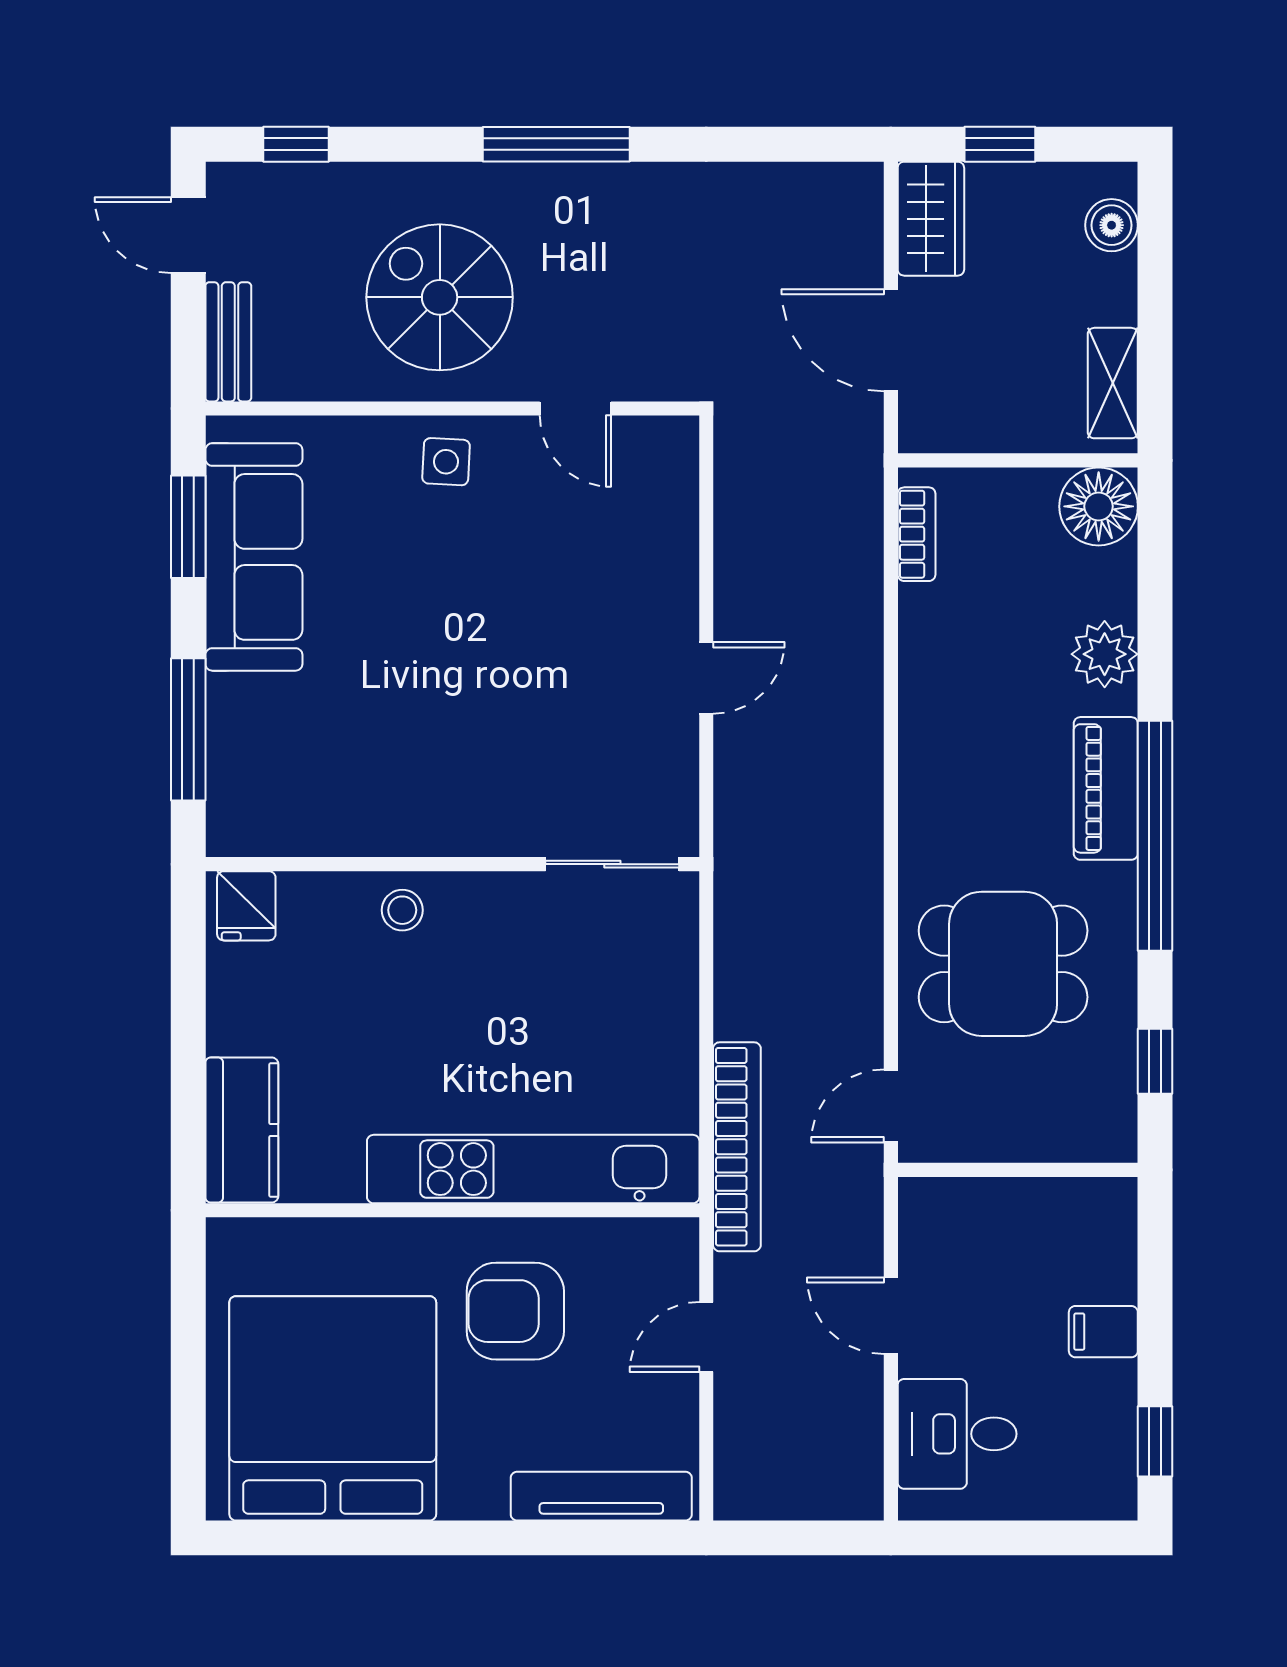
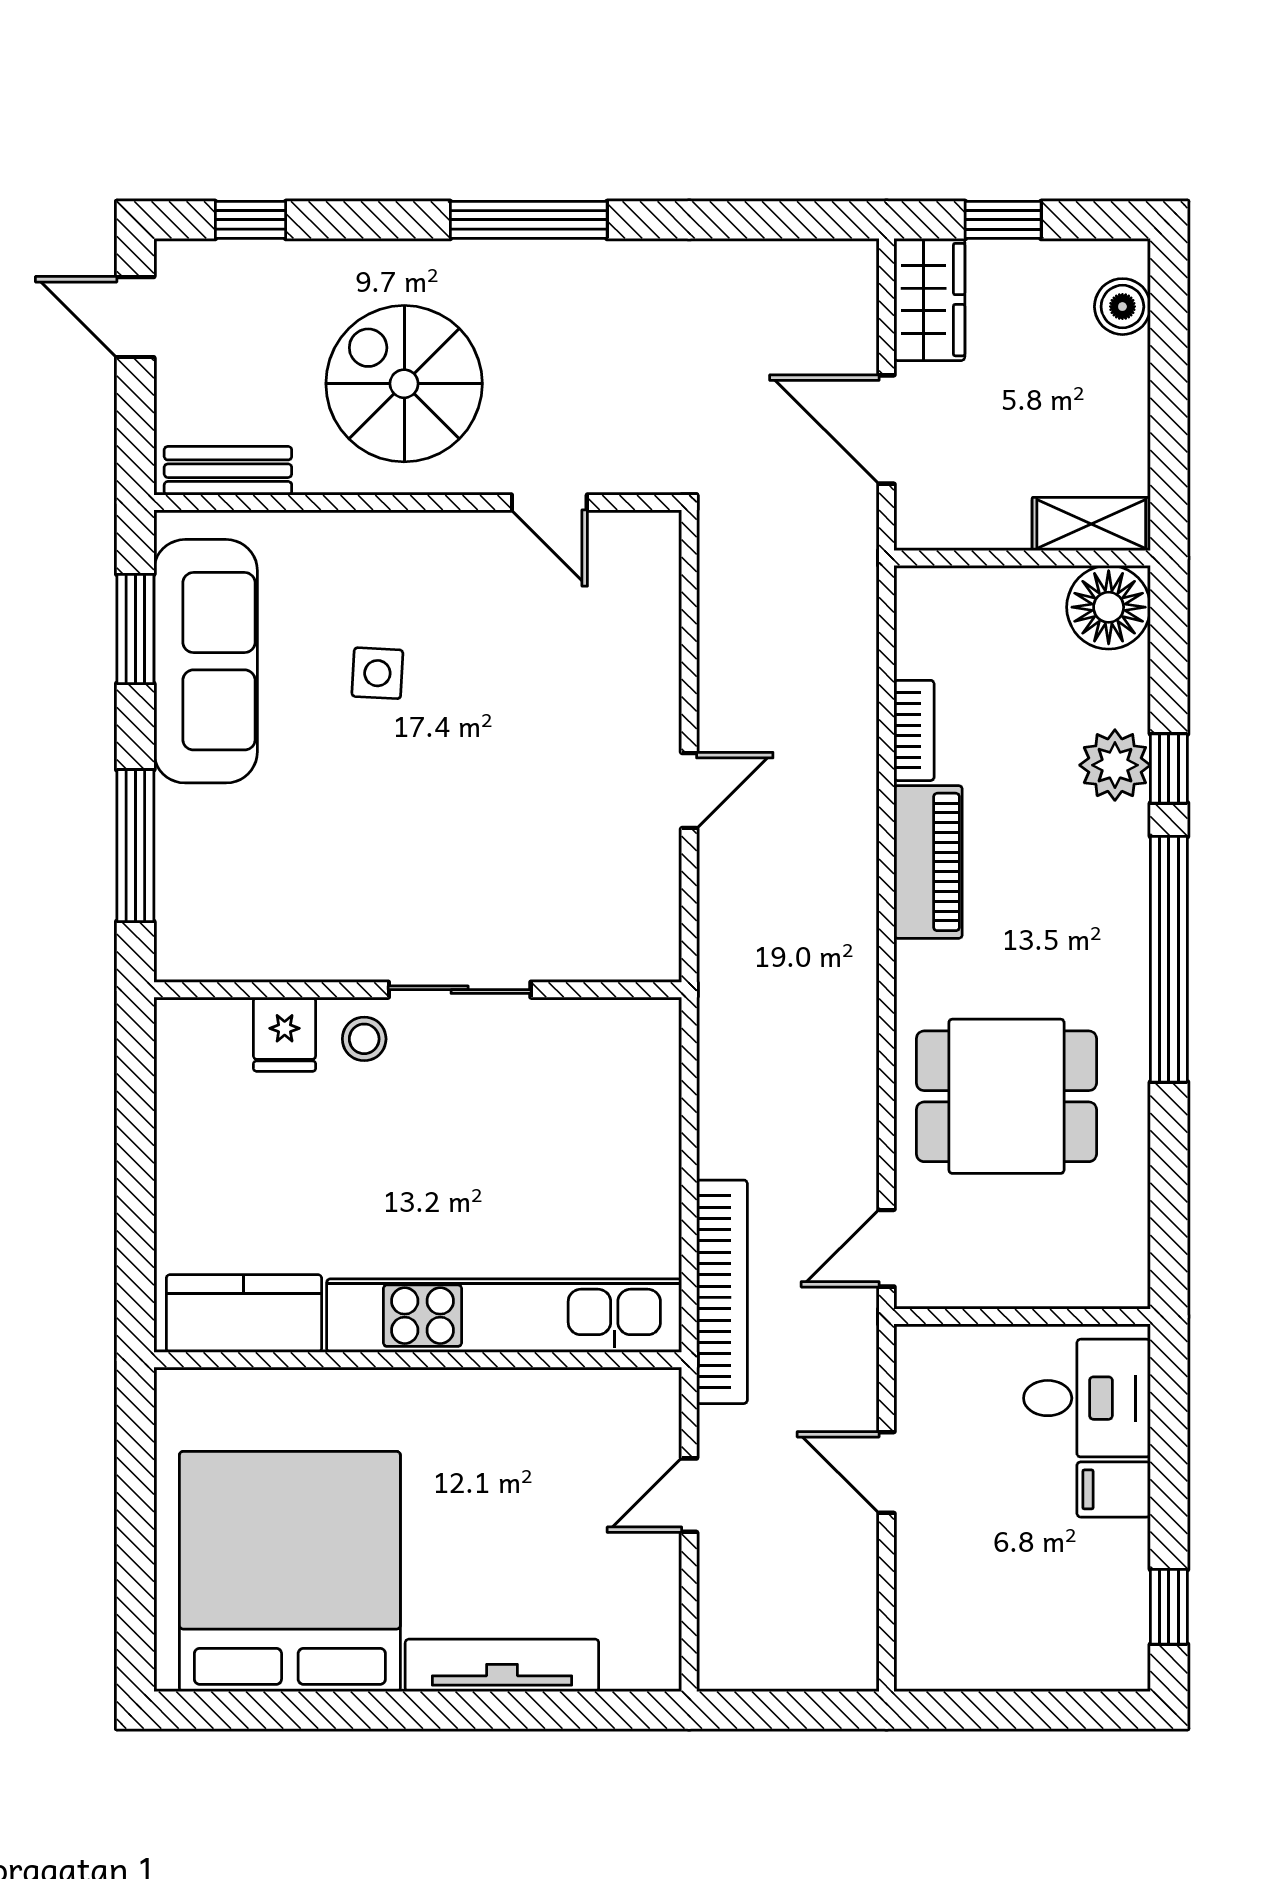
bench: (228, 342) -> (228, 471), moved, turned 90
shelving: (1113, 383) -> (1091, 524), moved, turned 90
side table: (446, 462) -> (377, 673), moved
bookcase: (917, 534) -> (914, 730), moved
piano: (1106, 788) -> (928, 862), moved, turned 180
sliding door: (612, 864) -> (460, 990), moved
fridge: (246, 906) -> (285, 1034), moved
window: (1155, 1061) -> (1169, 769), moved
kitchen counter: (242, 1130) -> (244, 1313), moved, turned -90
armchair: (515, 1311) -> (485, 1468), removed
desk: (957, 1434) -> (1087, 1398), moved, turned 180
tv unit: (601, 1496) -> (502, 1665), moved

